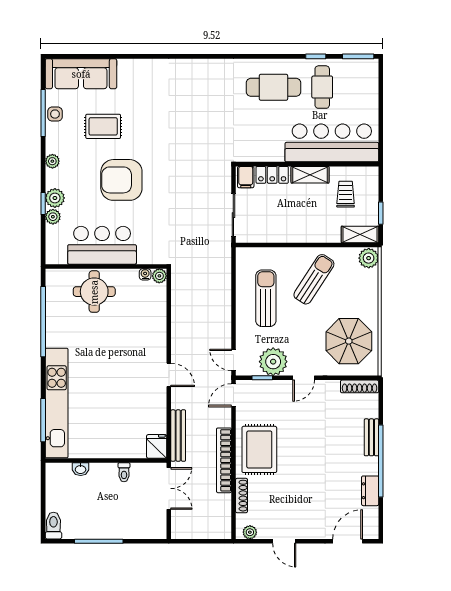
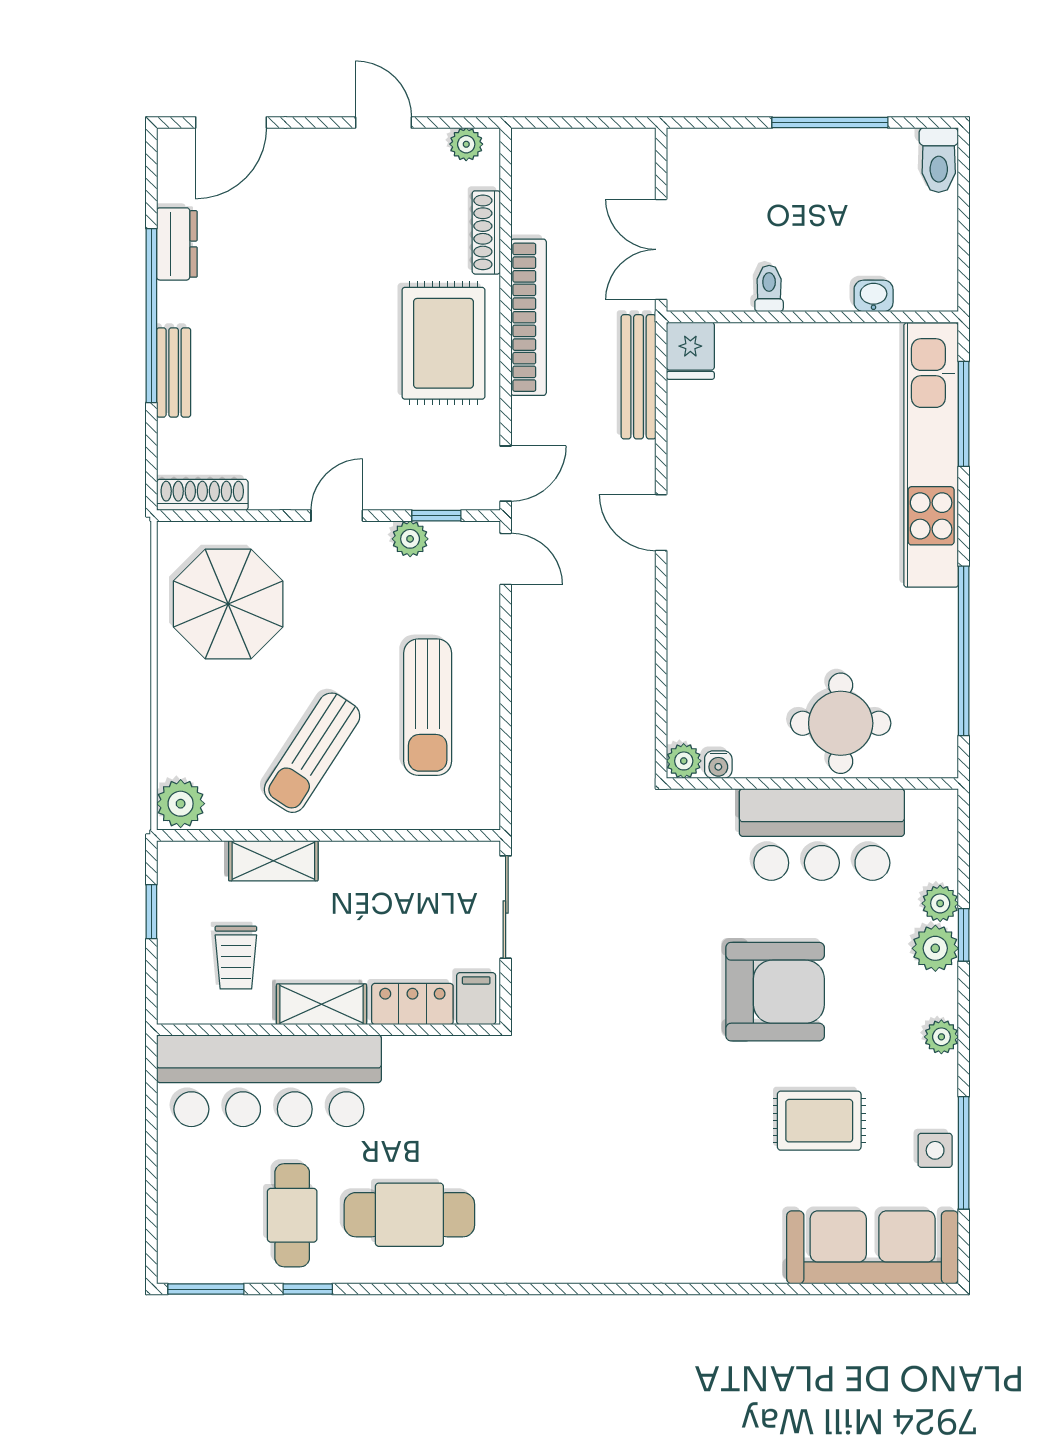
shelving: (360, 234) -> (273, 861), moved
plant: (273, 362) -> (410, 539), width x0.53, depth x0.53

